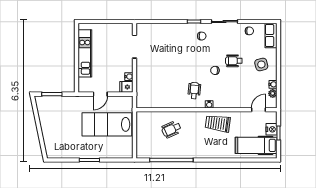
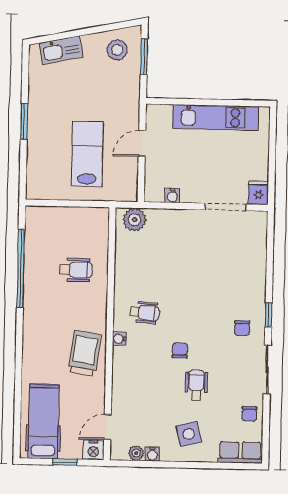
fridge: (126, 87) -> (258, 193), moved
door: (100, 94) -> (142, 144), hinge flipped
plant: (143, 97) -> (134, 220), added
stool: (48, 109) -> (117, 50), added
door: (258, 110) -> (107, 427), swing flipped
lab bench: (107, 124) -> (87, 154), width x0.73, depth x0.72
wheelchair: (171, 129) -> (76, 270), turned 114
nightstand: (272, 129) -> (93, 450), moved
kitchen sink: (49, 140) -> (61, 50), added

